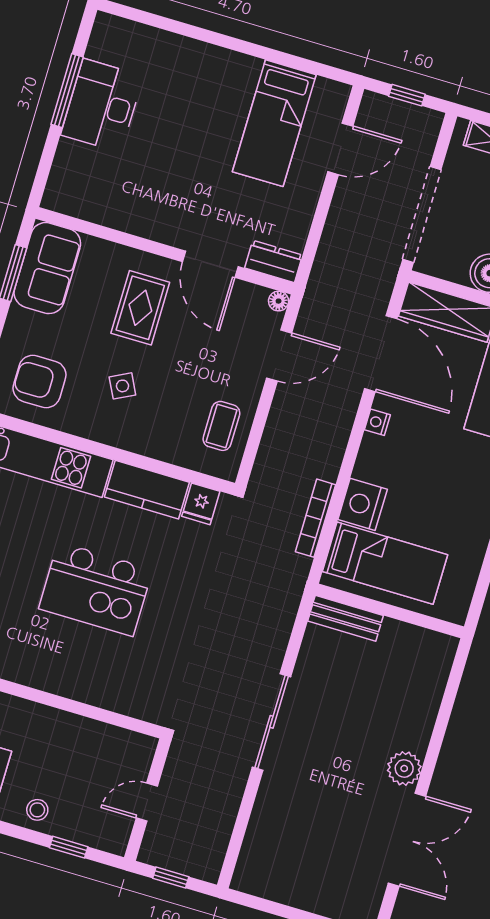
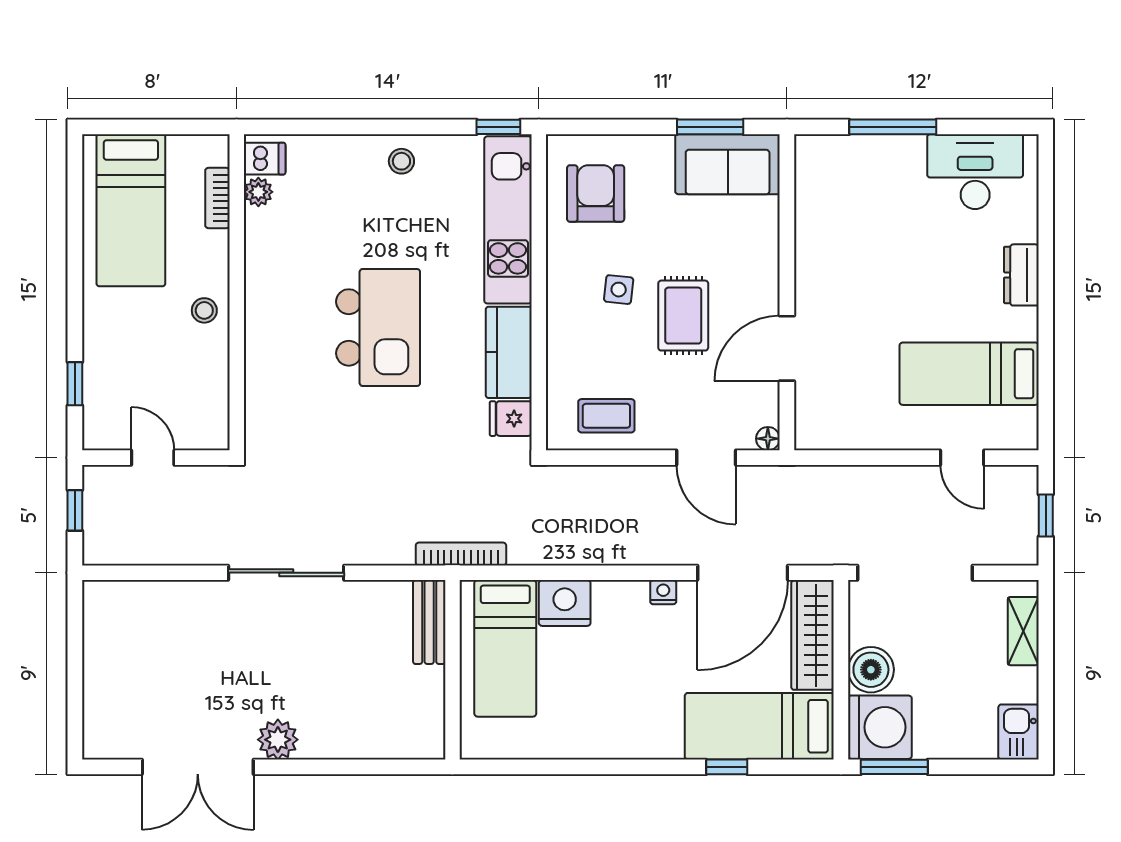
window: (67, 91) -> (893, 127), moved
desk: (102, 105) -> (975, 172), moved
door: (340, 149) -> (962, 458), width x0.73
dresser: (274, 261) -> (1021, 275), moved, turned 180
rug: (140, 308) -> (683, 316), moved, turned 90
side table: (122, 386) -> (619, 290), turned 33
bookcase: (315, 518) -> (461, 554), moved
kitchen island: (96, 589) -> (378, 327), turned 180
stool: (37, 810) -> (204, 310), moved

